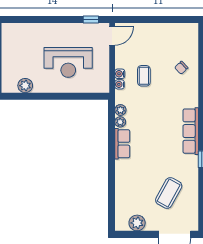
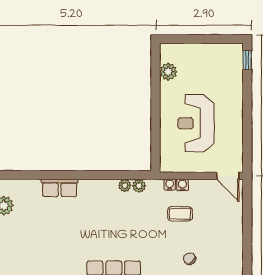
window: (91, 20) -> (247, 60), moved
row of seats: (122, 144) -> (60, 188), moved
coffee table: (169, 193) -> (40, 244), removed

